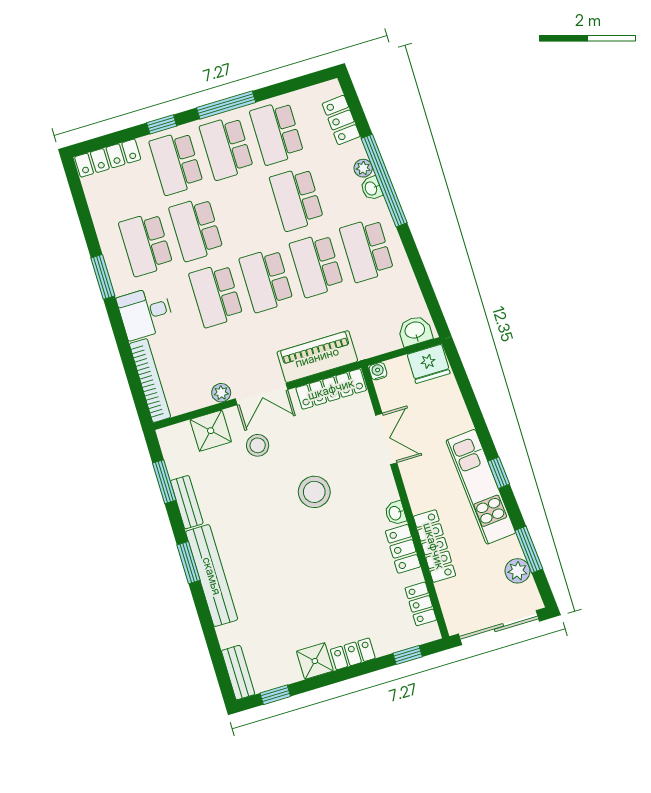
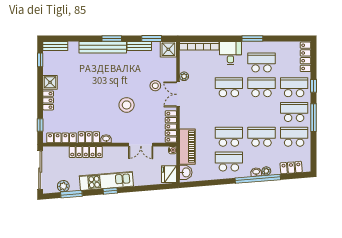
school desk: (266, 280) -> (229, 112), removed
piano: (317, 357) -> (187, 147), moved
shower: (211, 431) -> (168, 49), moved
locker: (421, 604) -> (61, 138), width x1.53

